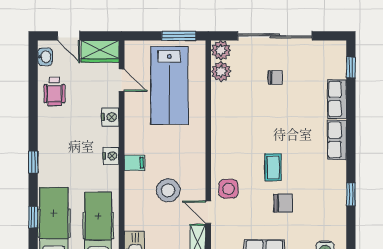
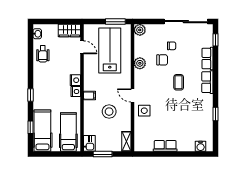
door: (69, 36) -> (51, 22), removed
sliding door: (275, 36) -> (186, 22), moved
plant: (221, 71) -> (140, 63), moved
lab bench: (169, 85) -> (110, 50), turned 180
nightstand: (110, 117) -> (75, 80), moved
coffee table: (273, 167) -> (179, 82), moved
chair: (283, 203) -> (162, 60), moved
door: (208, 212) -> (132, 95), moved

